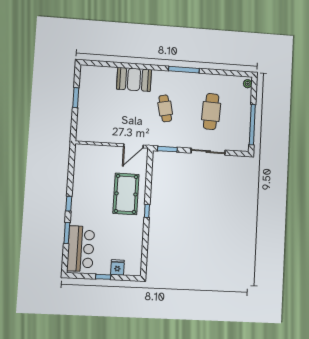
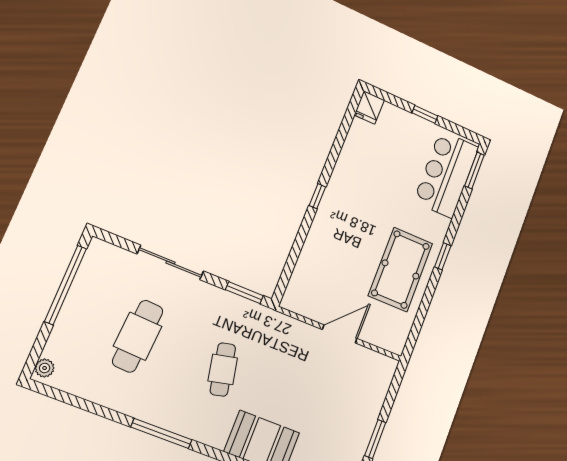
door: (133, 146) -> (340, 334), moved
pool table: (126, 194) -> (400, 269), moved
window: (67, 233) -> (474, 171), moved
fridge: (117, 267) -> (369, 108), moved

